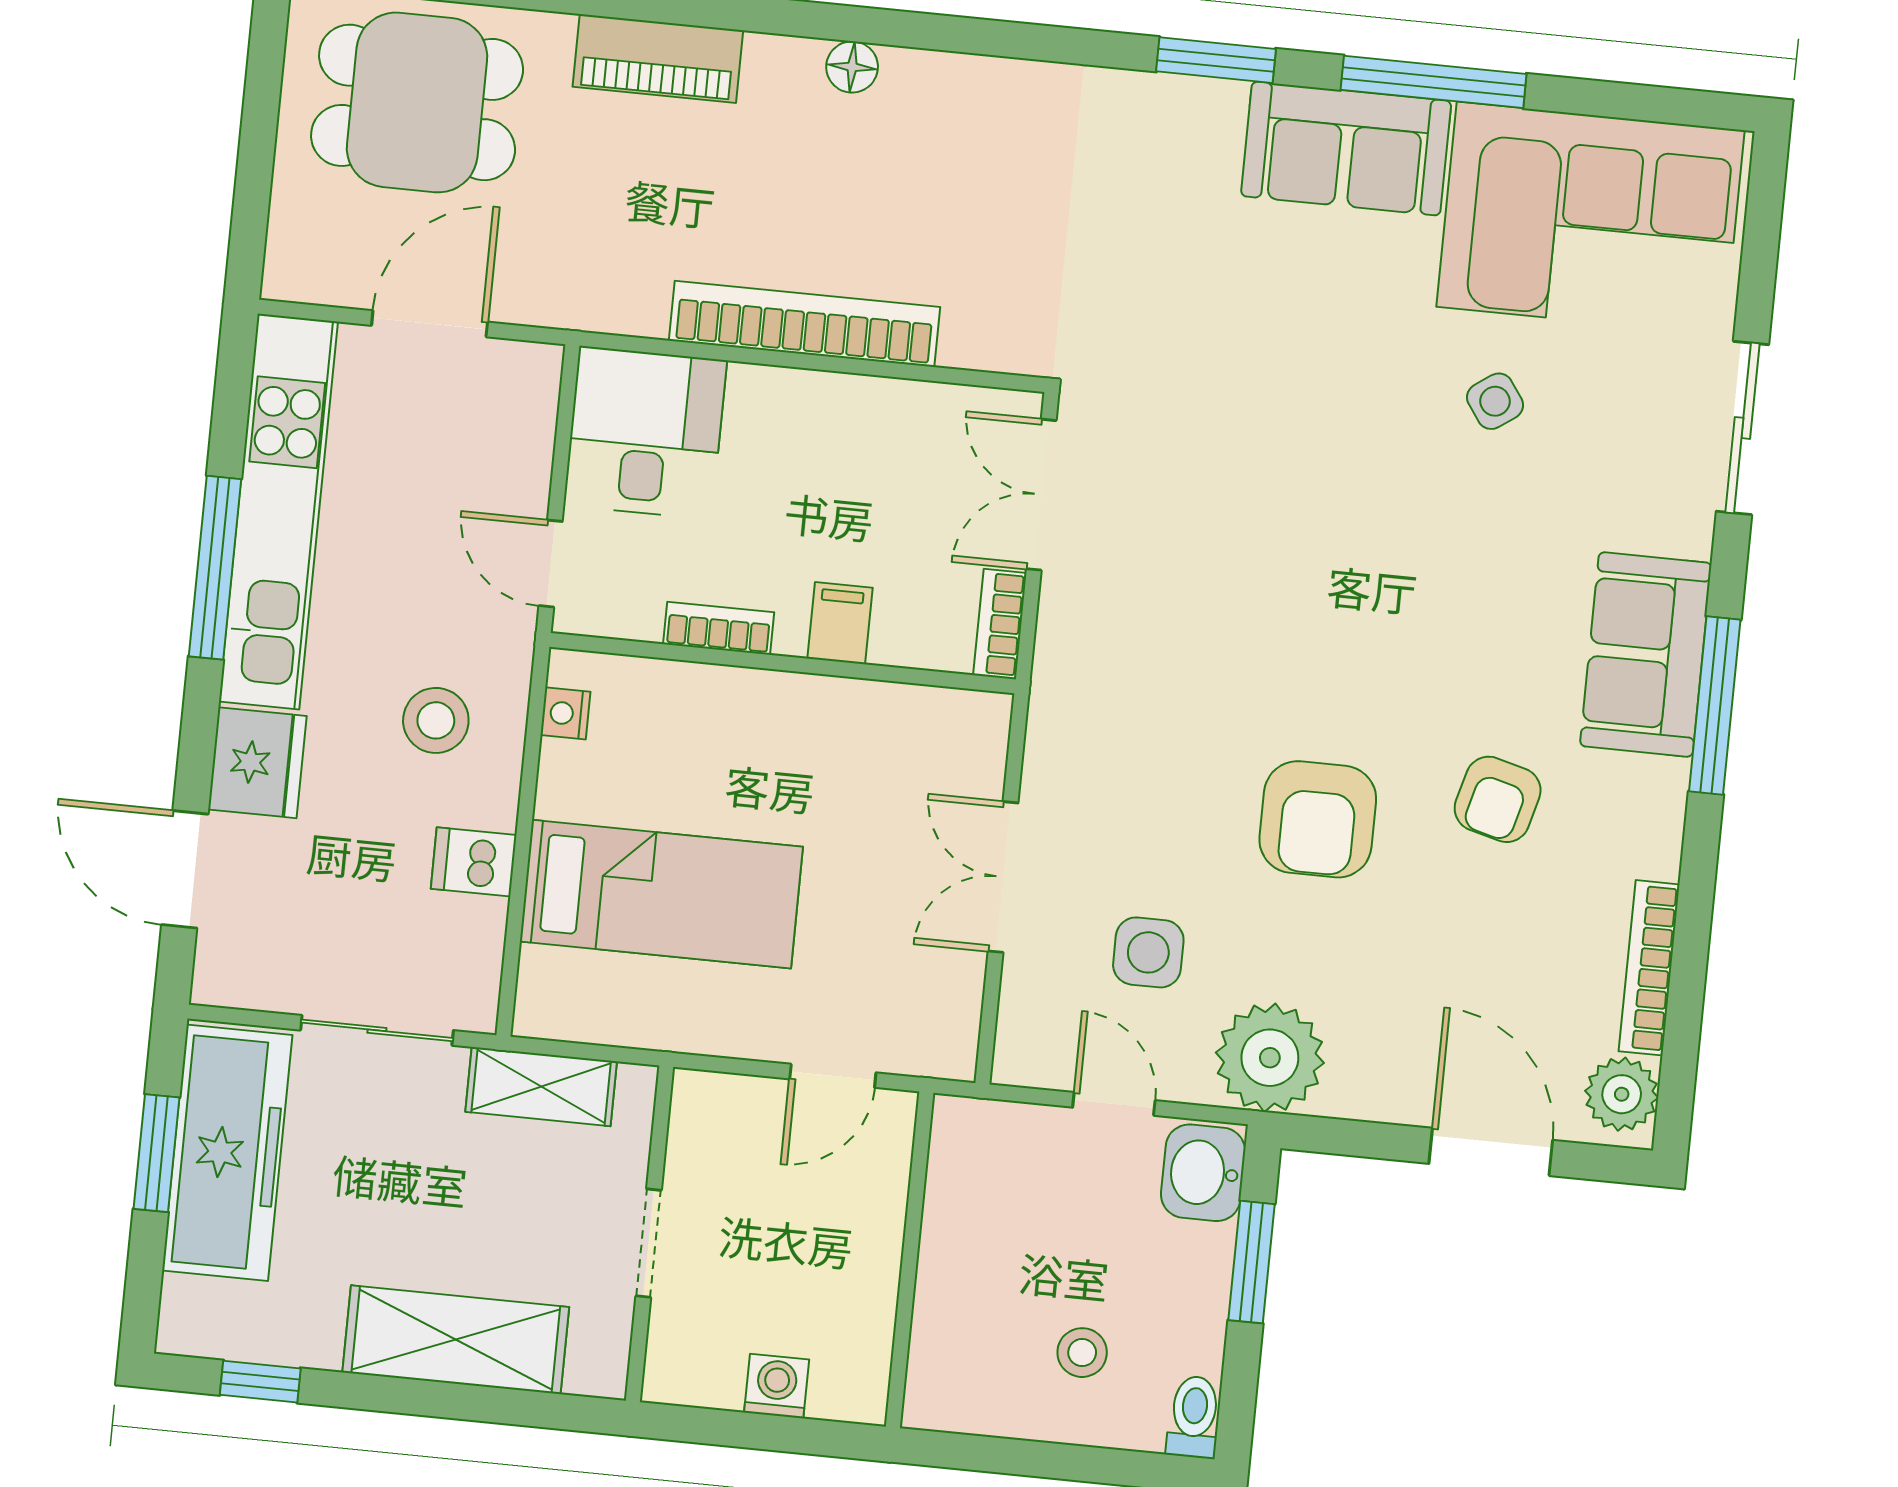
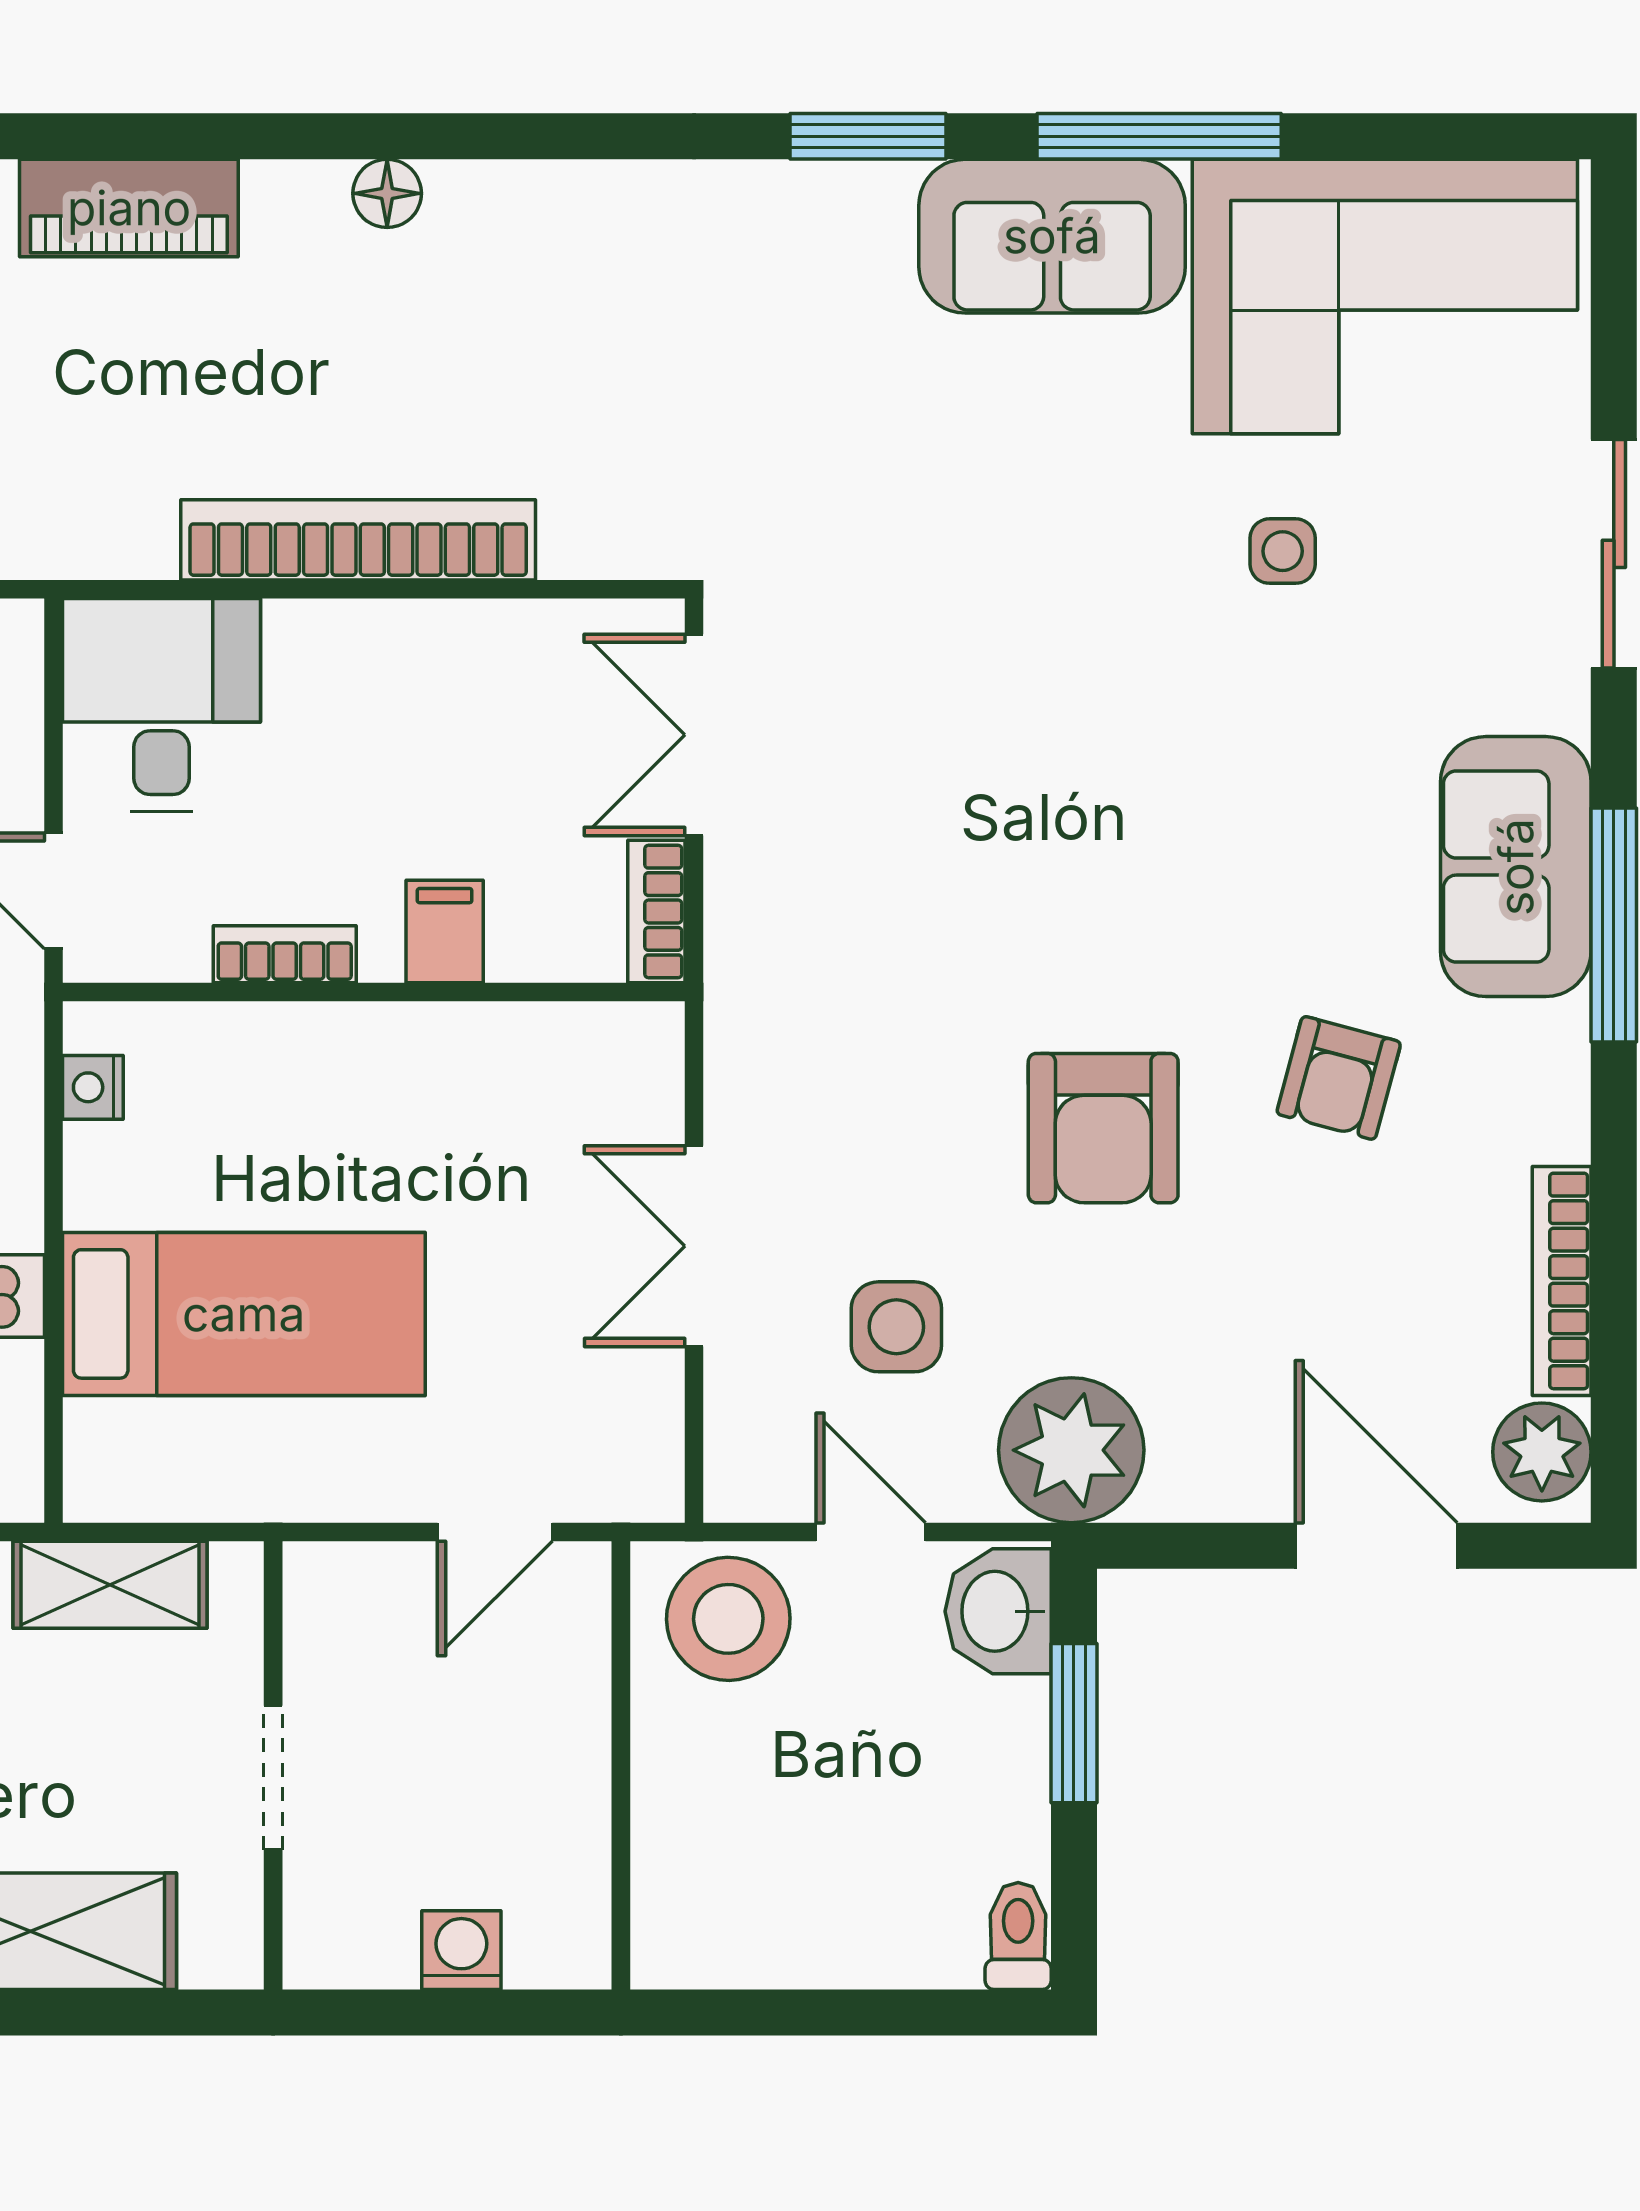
side table: (1495, 401) -> (1283, 551), turned 35
stool: (1082, 1353) -> (728, 1619), moved, width x1.89, depth x1.89

